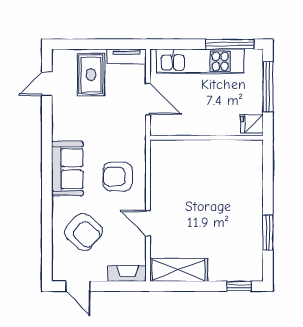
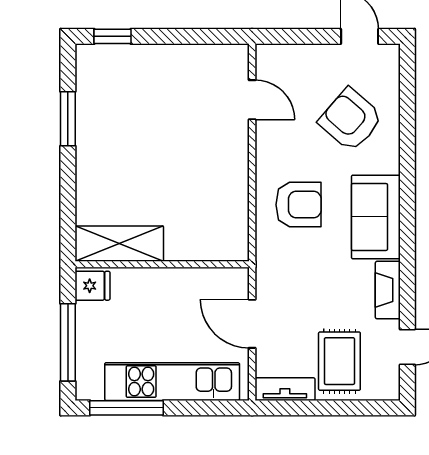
door: (148, 223) -> (252, 100), moved
shelving: (179, 270) -> (119, 244), moved
fireplace: (127, 273) -> (388, 290), moved, turned 90

